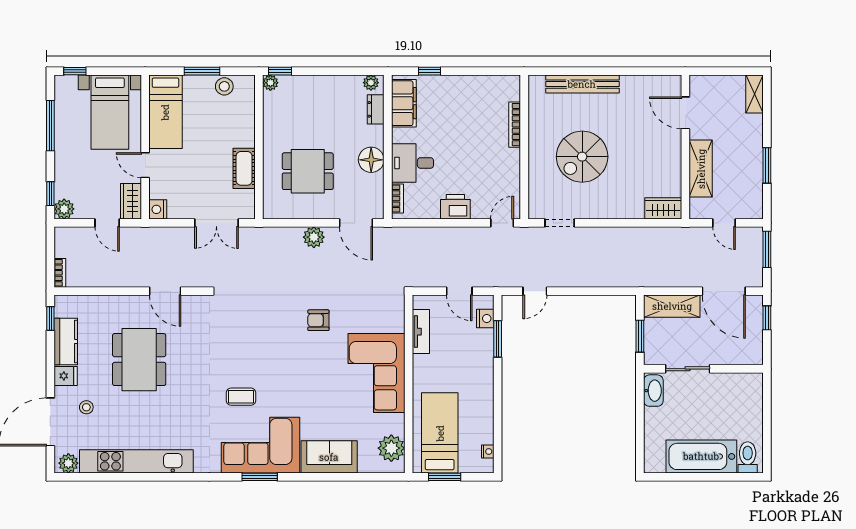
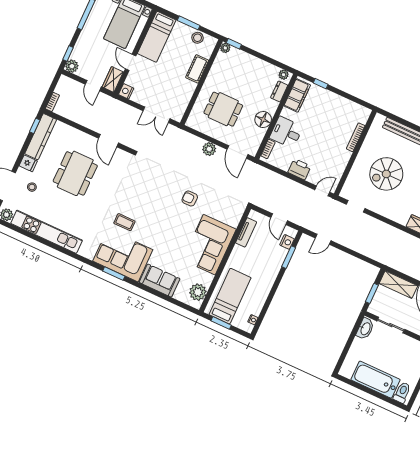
cot: (244, 168) -> (197, 69), moved
kitchen counter: (66, 341) -> (41, 137), width x1.50

